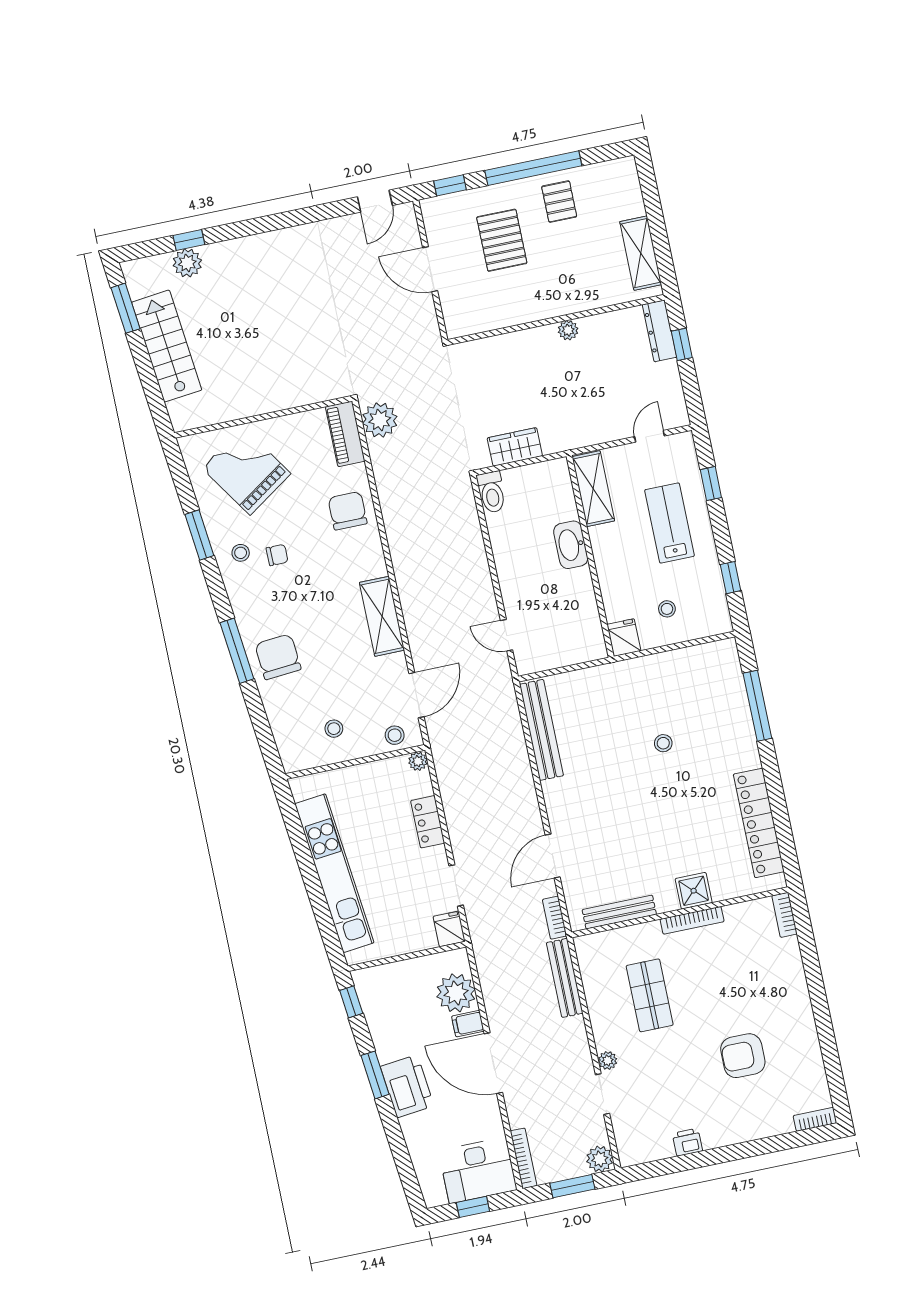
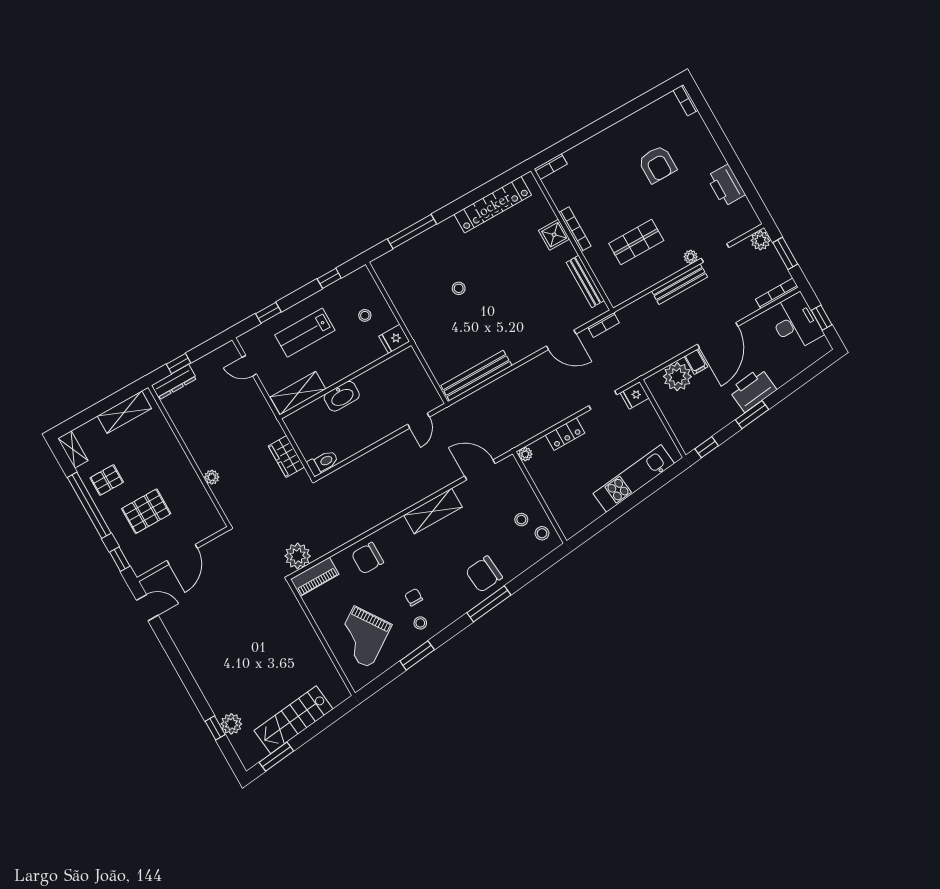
shelving: (613, 170) -> (73, 449), added
plant: (568, 330) -> (212, 477), moved
stool: (395, 735) -> (542, 533), moved
kitchen unit: (334, 873) -> (634, 478), width x0.73
bench: (565, 978) -> (680, 284), moved
printer: (687, 1142) -> (726, 185), width x1.87, depth x1.48

